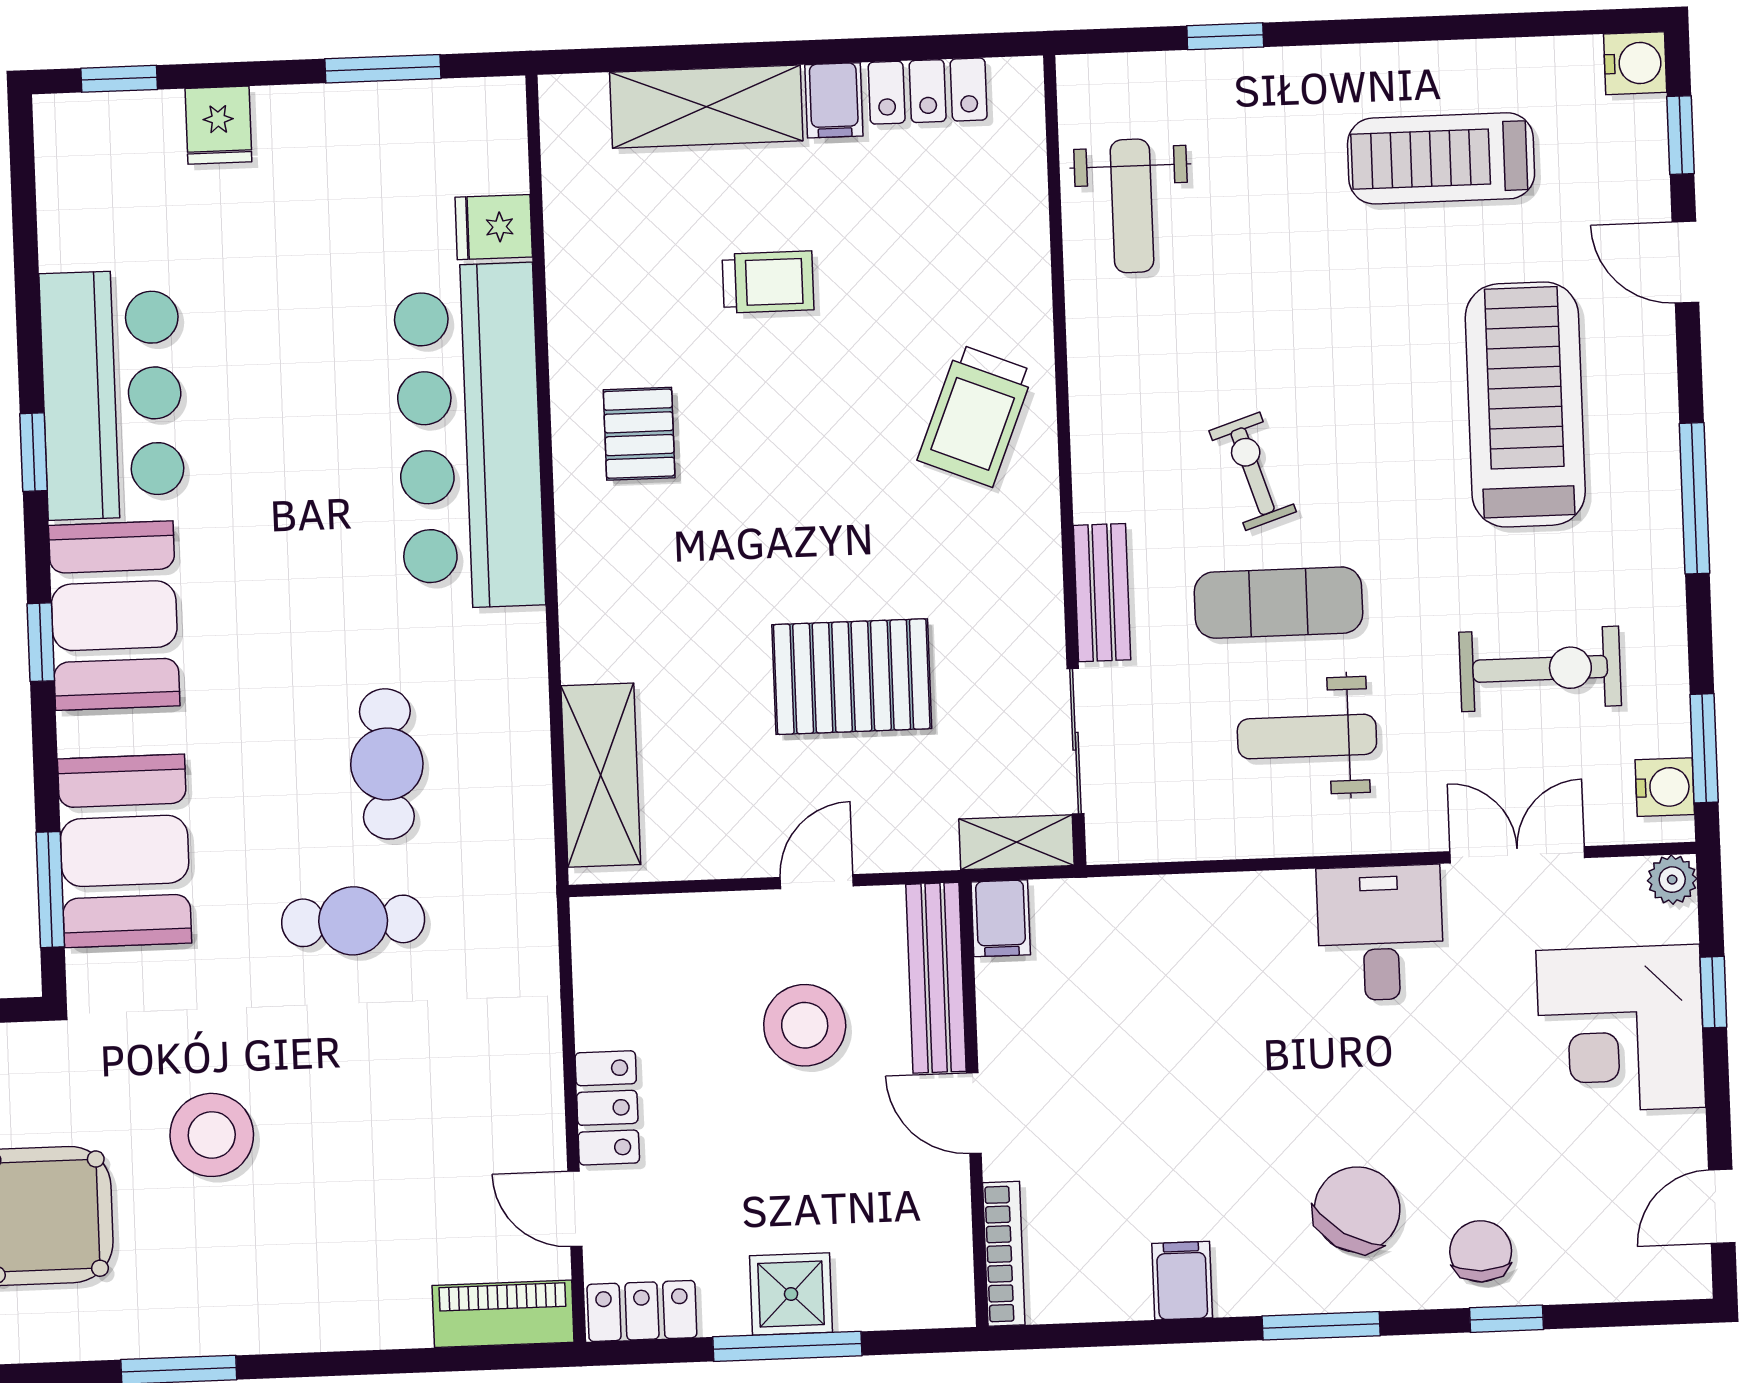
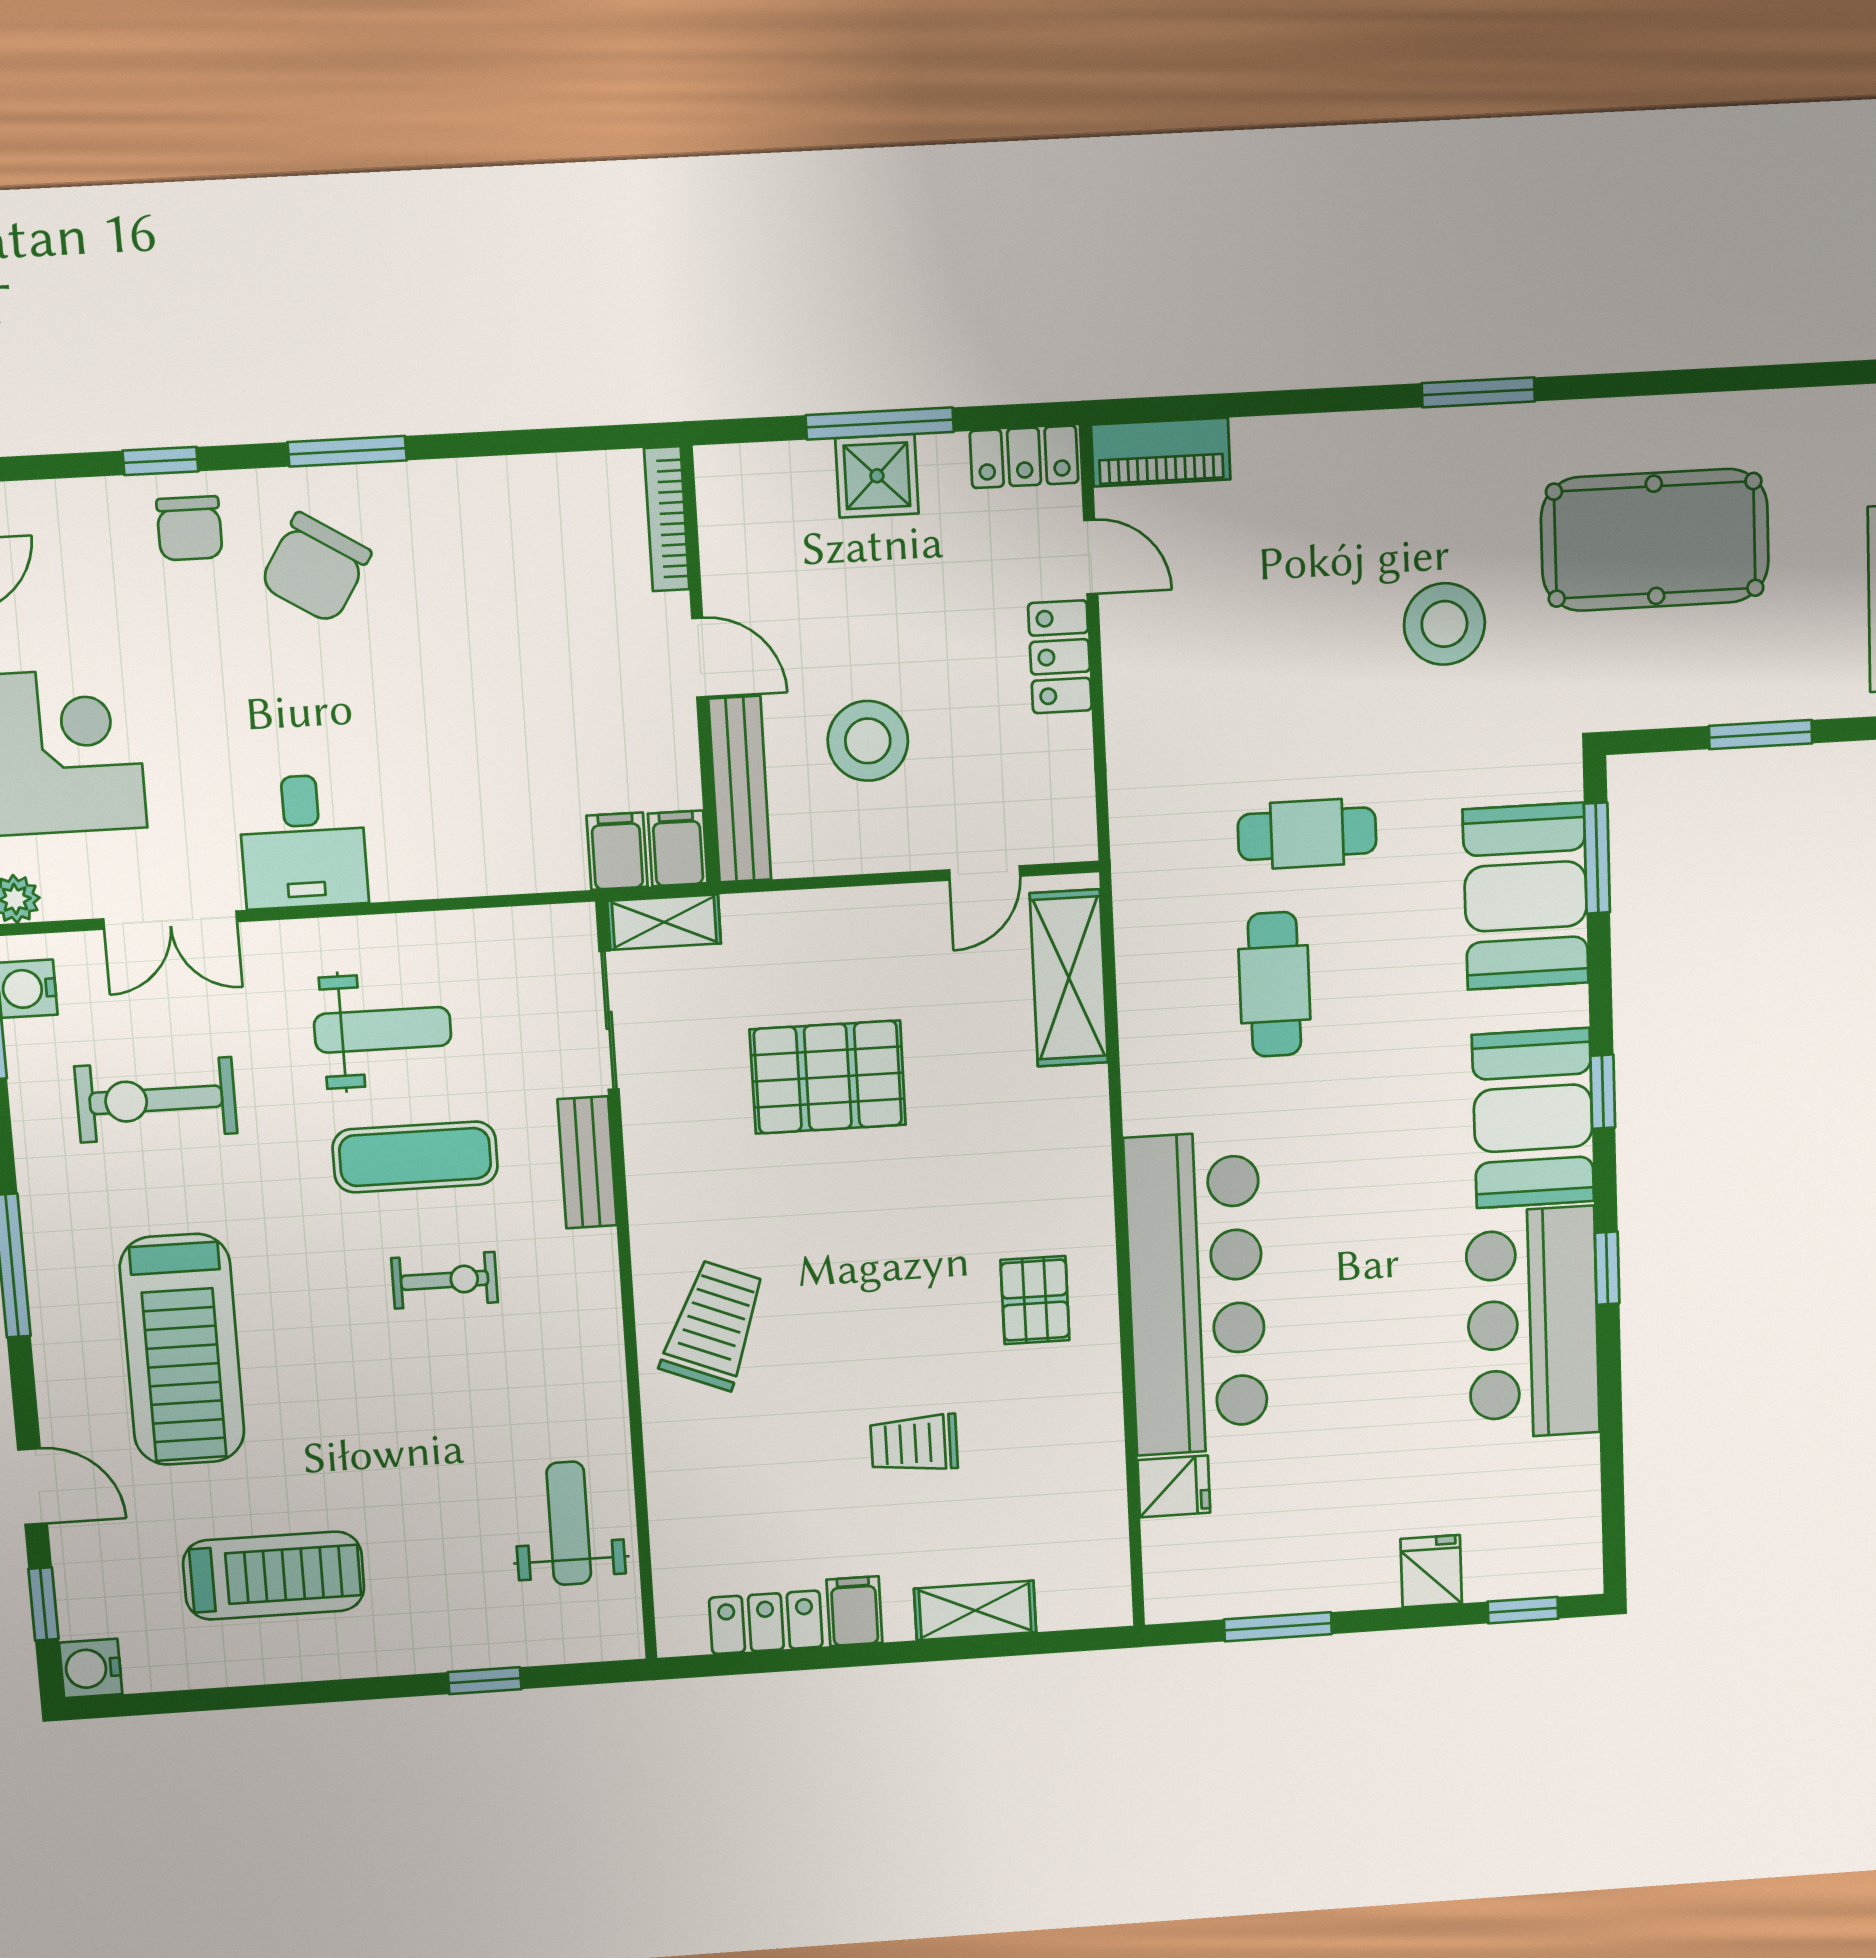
shelving: (706, 107) -> (975, 1610), width x0.67, depth x0.75
exercise bike: (1253, 471) -> (445, 1280), turned -72
door: (817, 882) -> (985, 873), moved
filing cabinet: (1182, 1281) -> (617, 851), moved, turned 180

